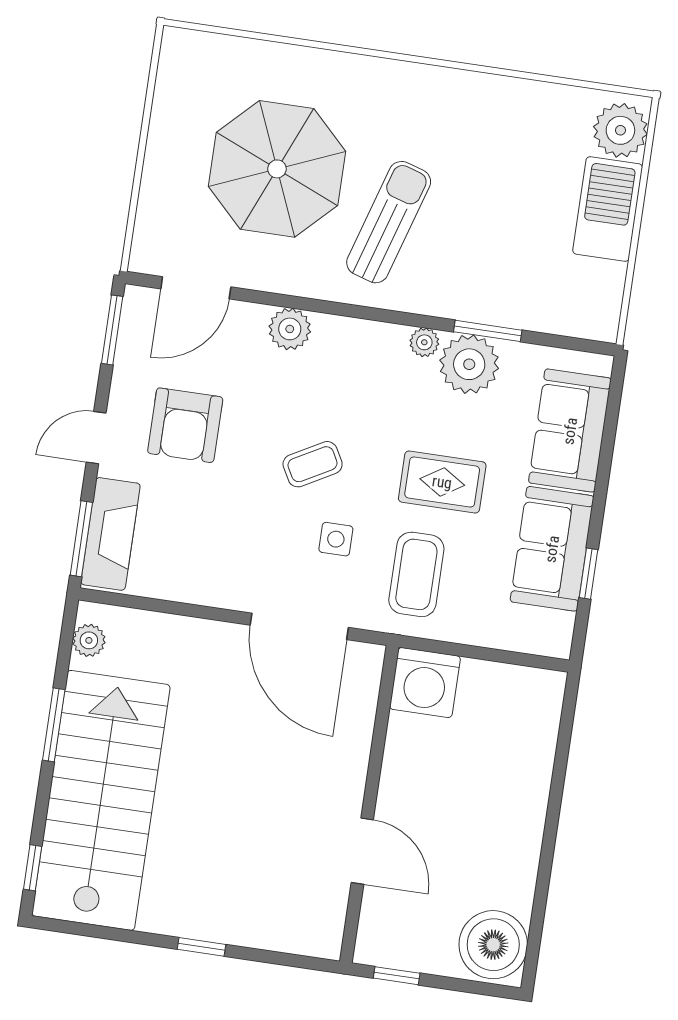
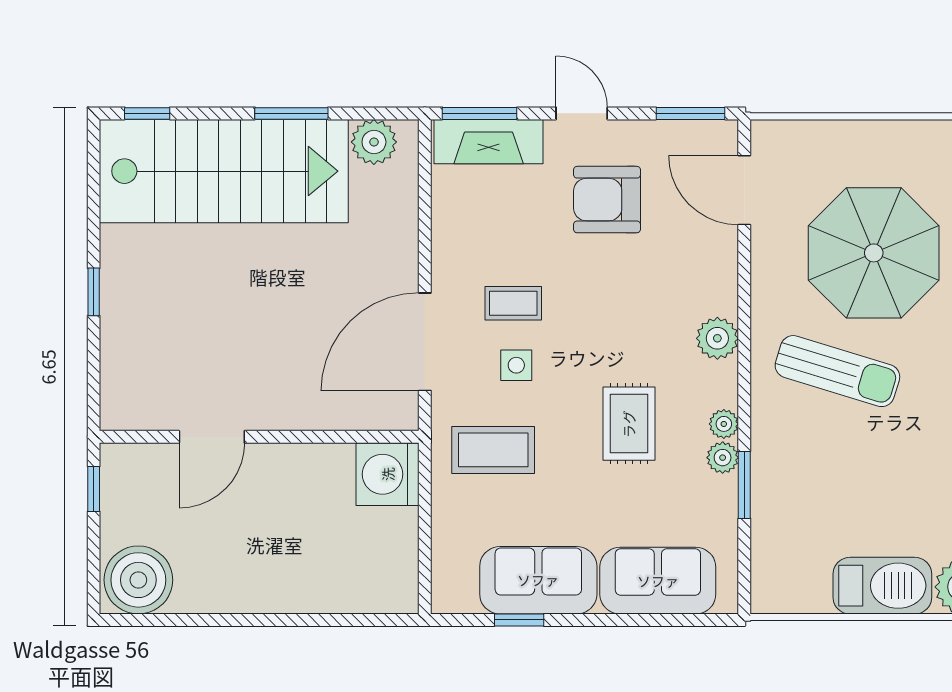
plant: (290, 329) -> (717, 338), moved
plant: (469, 364) -> (723, 458), width x0.53, depth x0.53
coffee table: (313, 464) -> (513, 303), moved, turned -61
rug: (442, 482) -> (629, 424), moved
plant: (89, 640) -> (374, 142), width x1.38, depth x1.38

